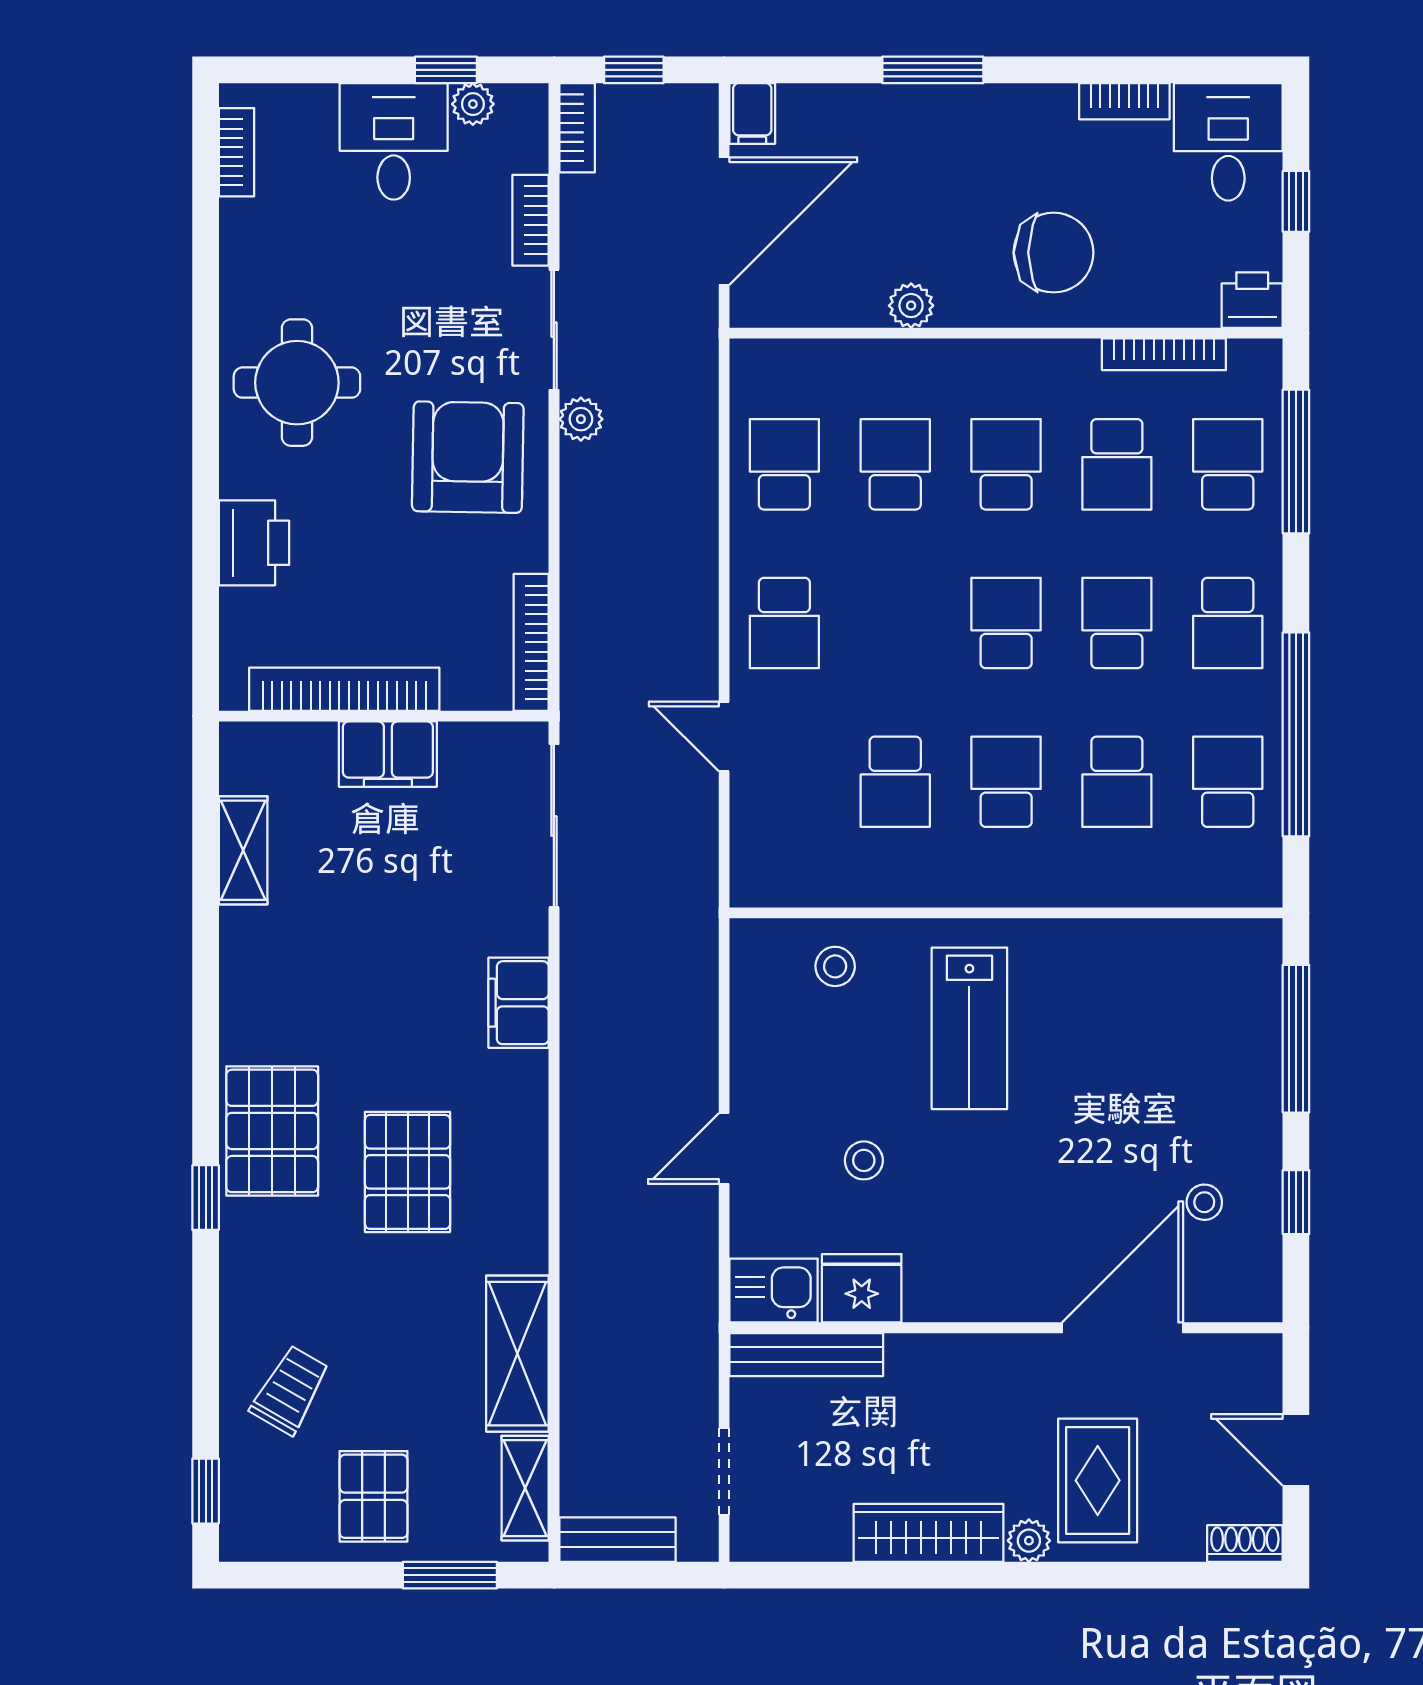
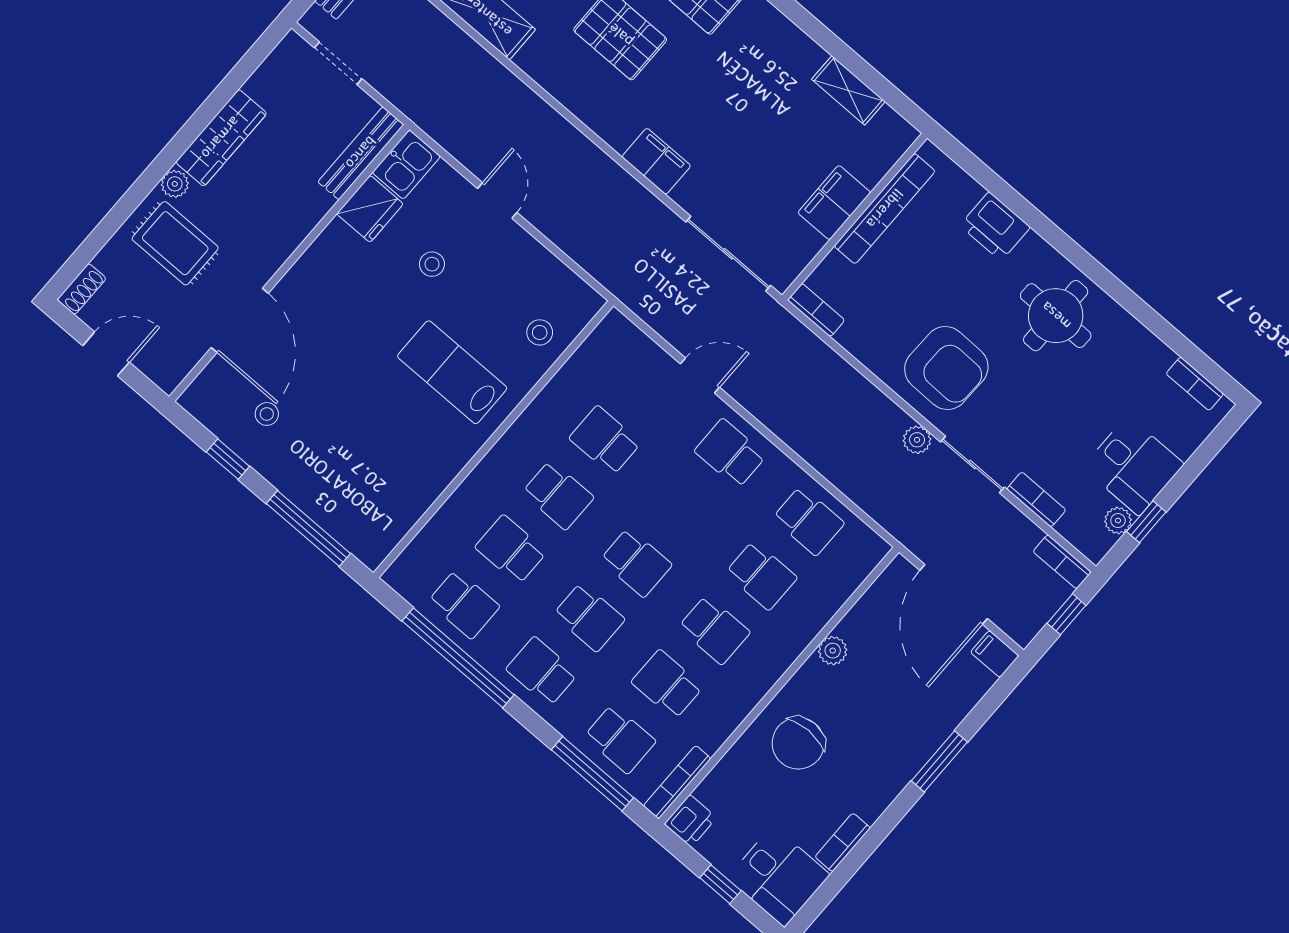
bookcase: (1164, 354) -> (677, 782), moved
bookcase: (531, 642) -> (816, 310), width x0.64

